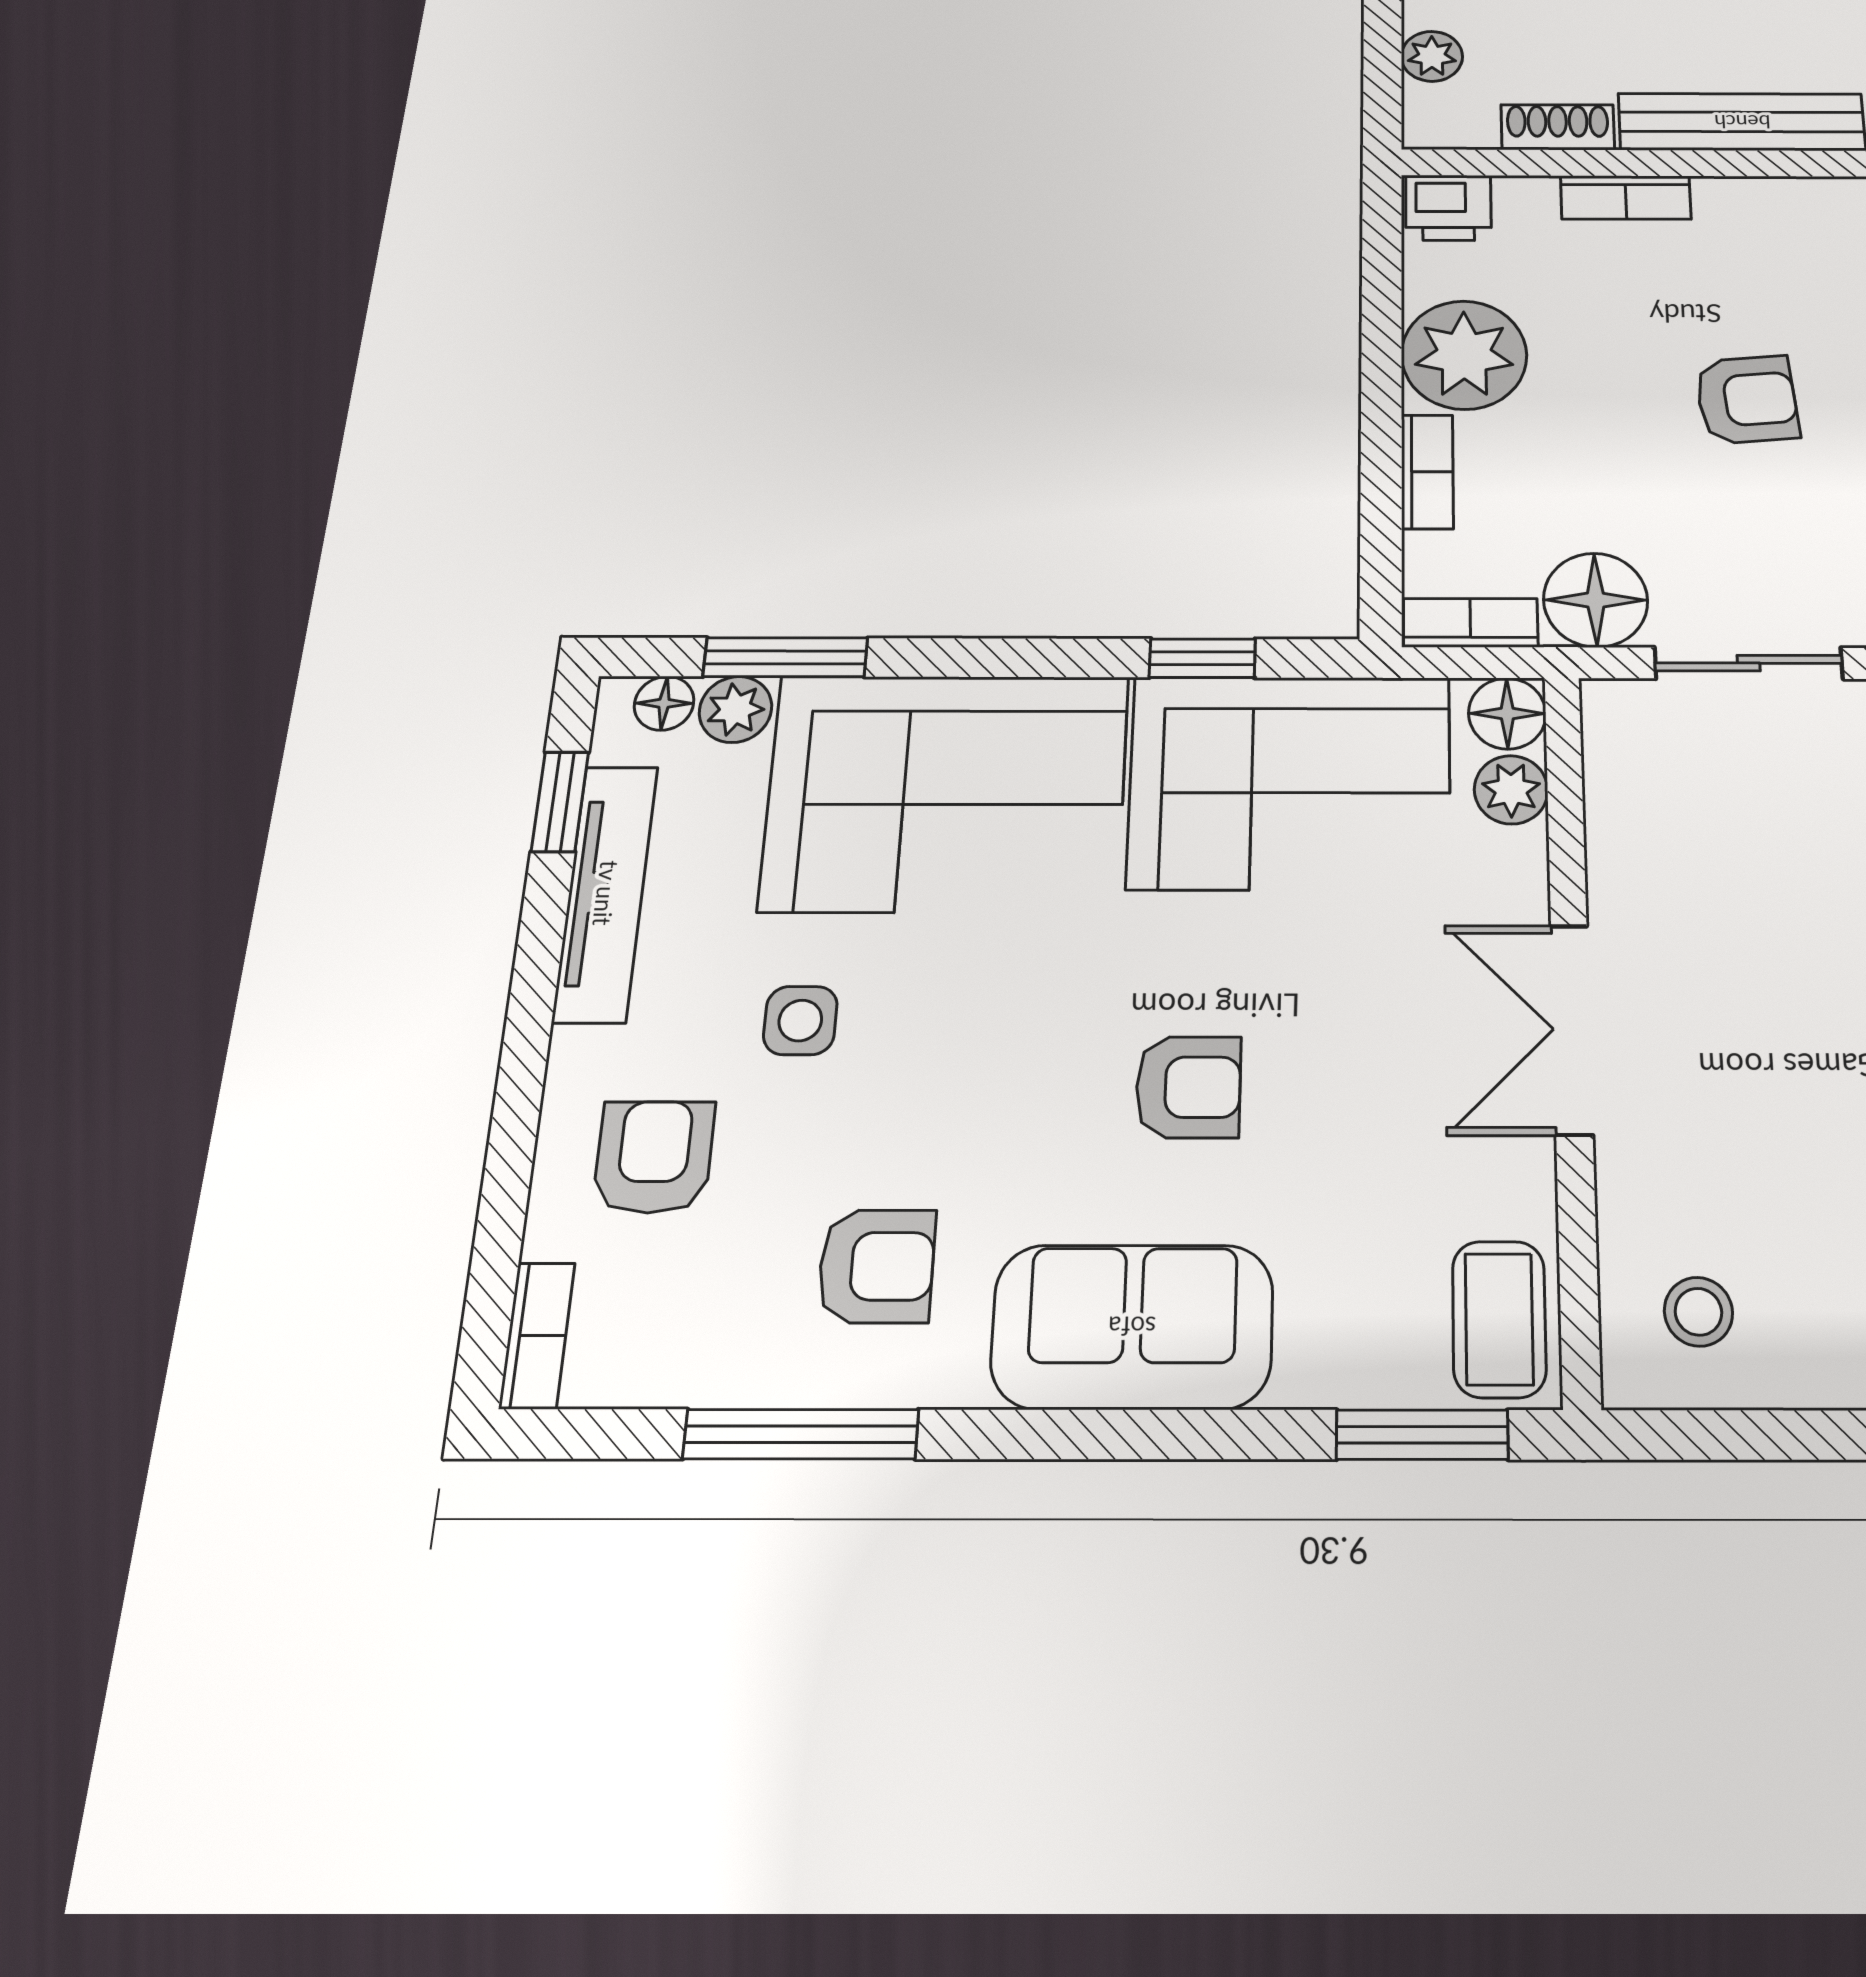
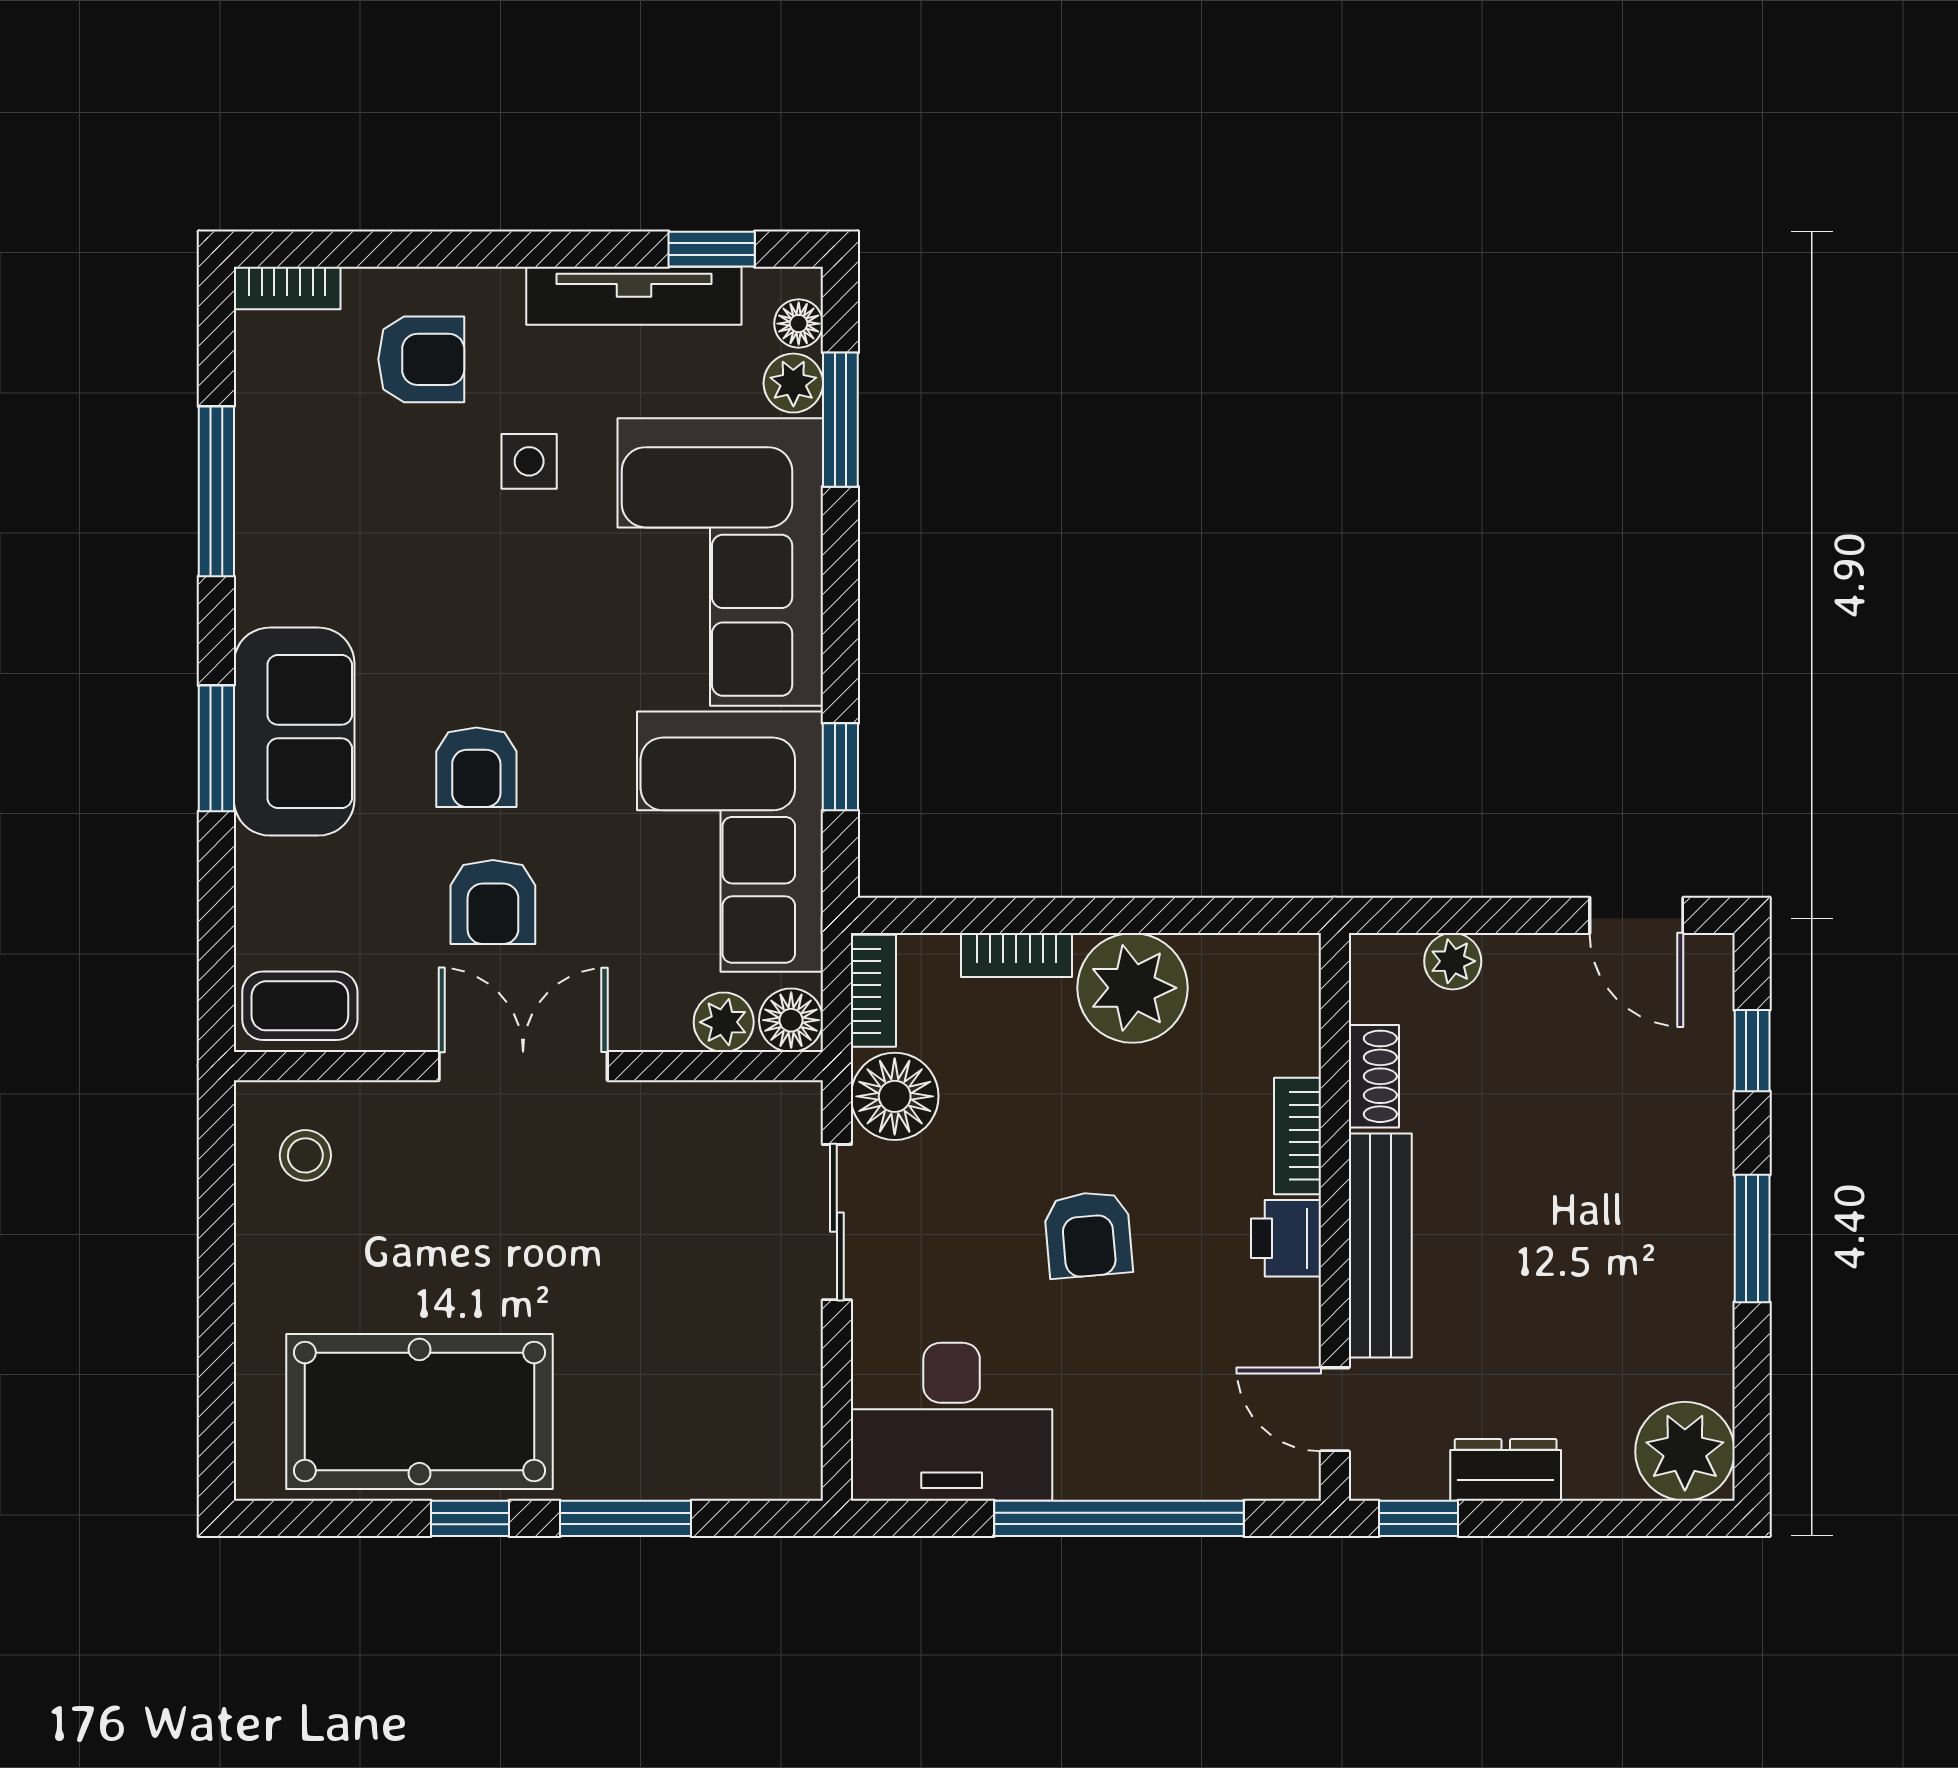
printer: (1448, 208) -> (1286, 1238), moved
armchair: (877, 1266) -> (493, 902), moved
window: (1422, 1435) -> (216, 748), moved

